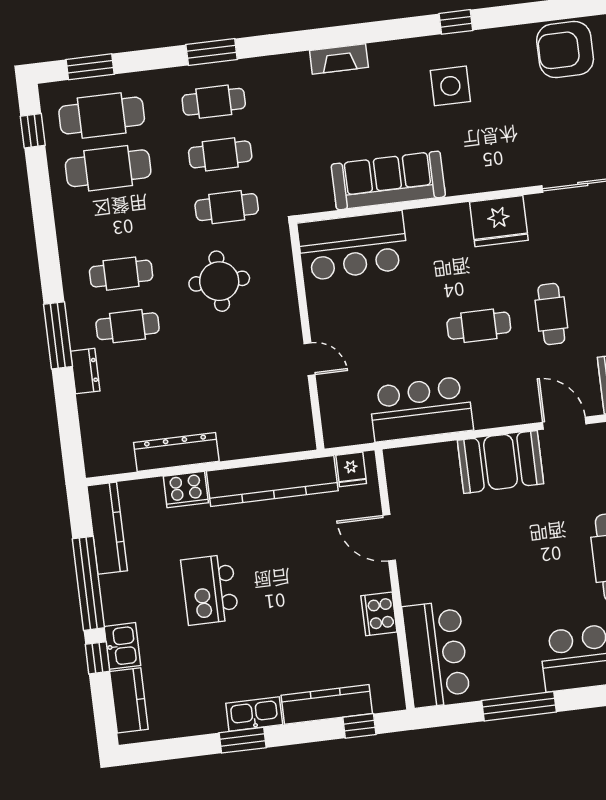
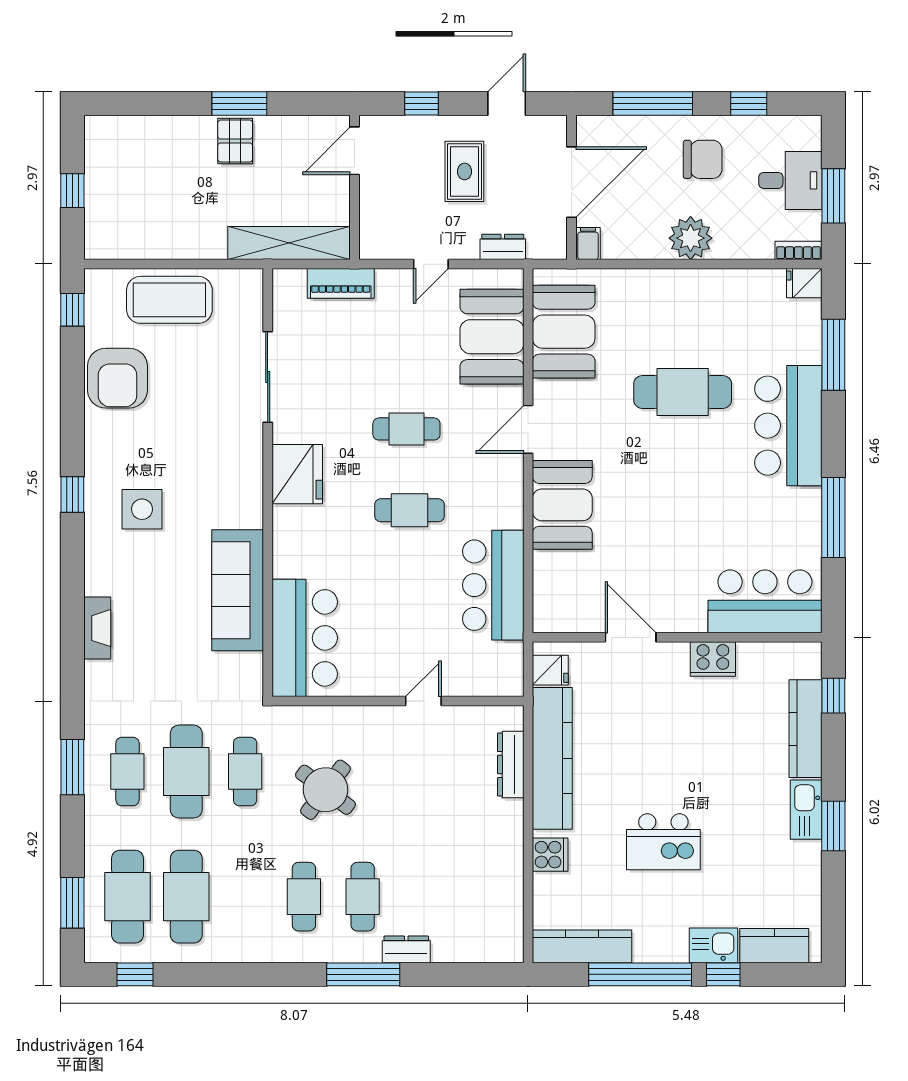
cafe table: (220, 154) -> (186, 772), width x1.37, depth x1.35
round table: (219, 281) -> (325, 790), turned 37
cafe table: (479, 326) -> (410, 510), turned 90
dresser: (176, 452) -> (511, 765), moved, width x0.73, depth x0.80
cooker: (186, 490) -> (550, 855), width x0.73
door: (389, 538) -> (631, 637), swing flipped

